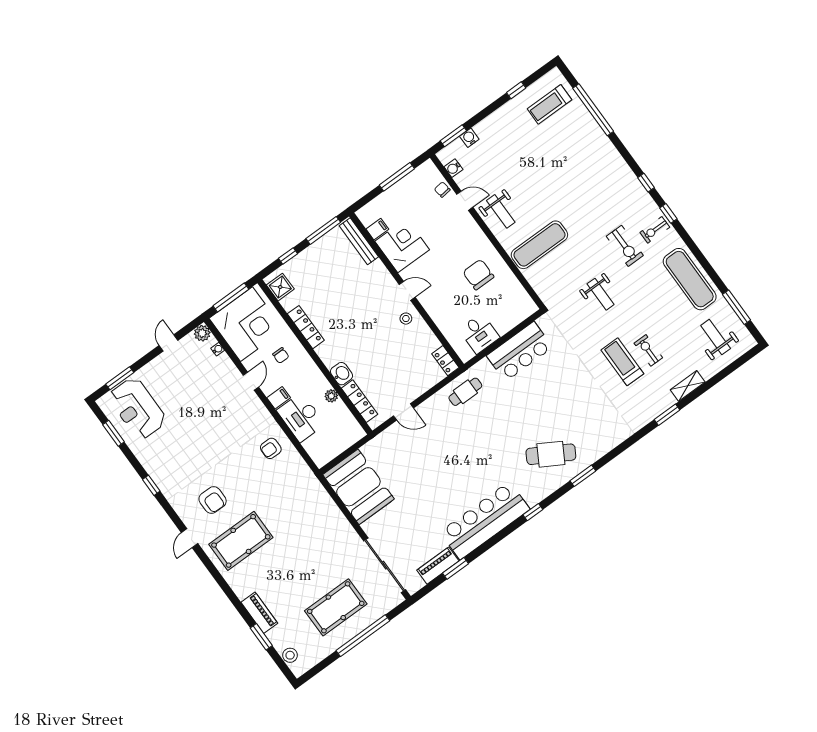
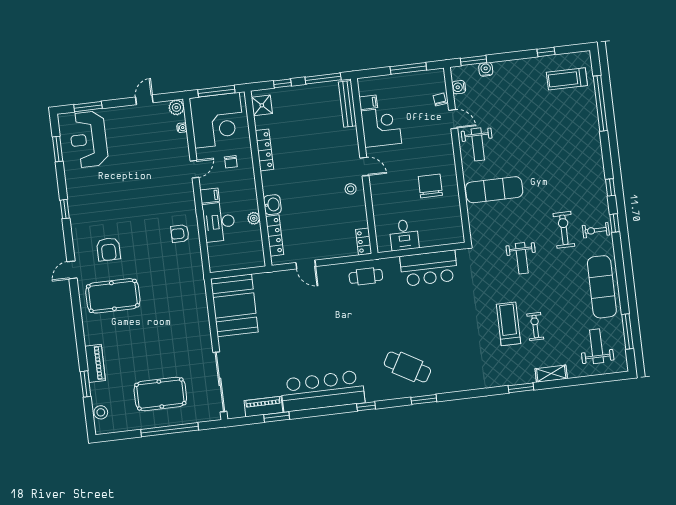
exercise bike: (625, 246) -> (564, 230), turned 180

